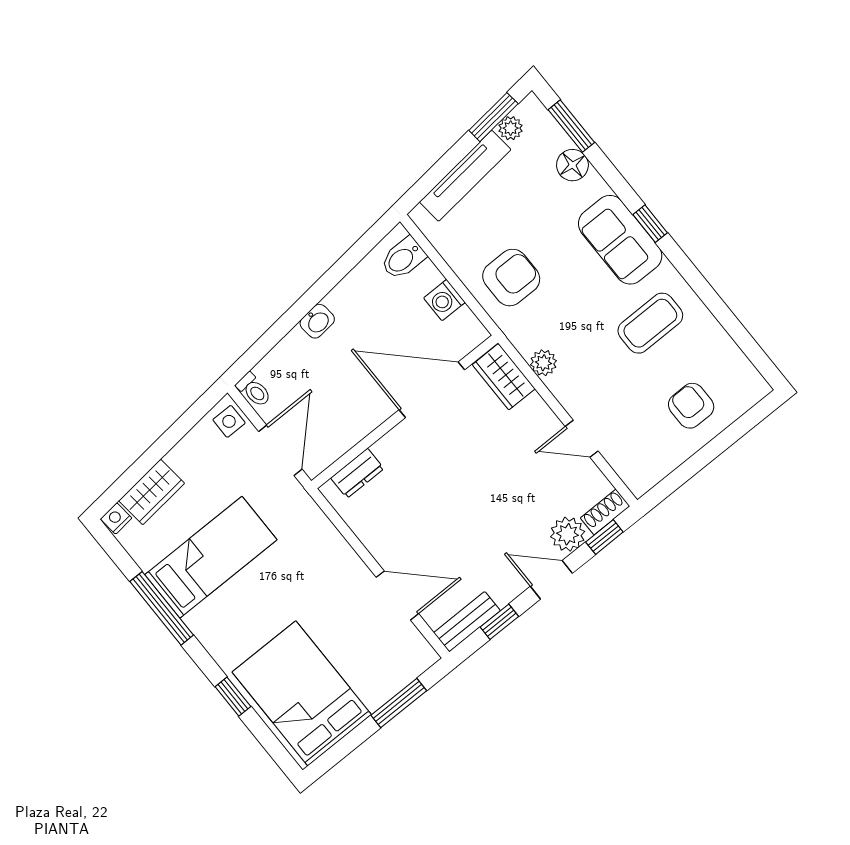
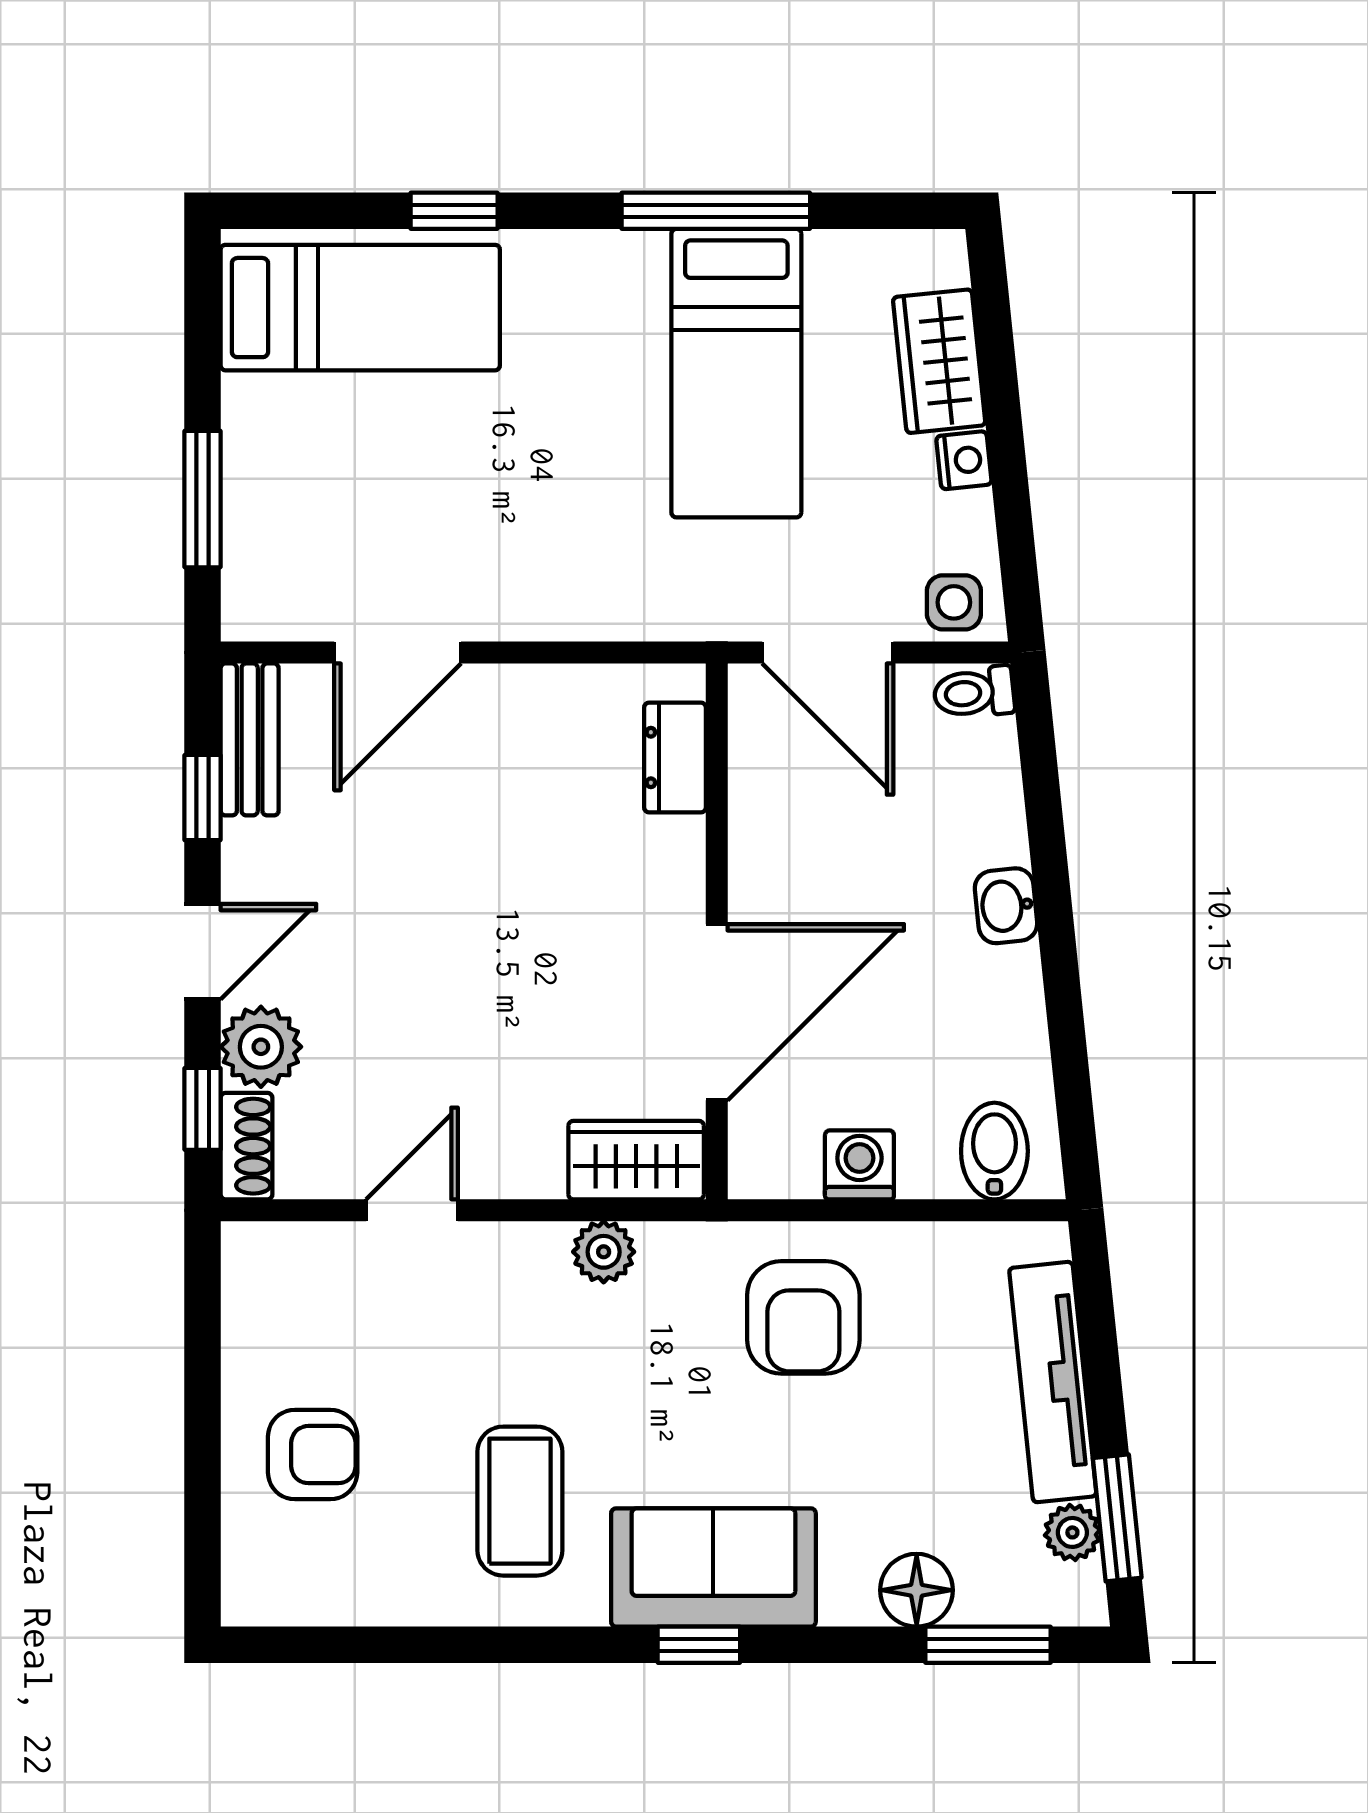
nightstand: (116, 518) -> (964, 460), moved
bed: (302, 693) -> (360, 308), width x0.67

